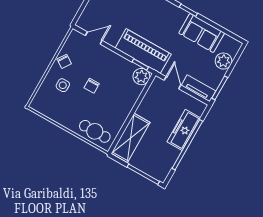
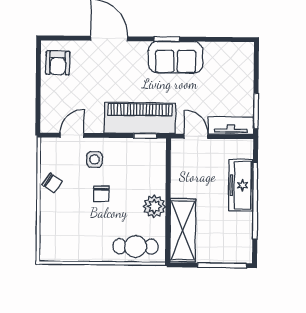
sofa: (202, 33) -> (176, 57), moved
plant: (224, 61) -> (243, 76), removed
plant: (141, 77) -> (154, 206), moved
side table: (63, 85) -> (94, 159), moved

